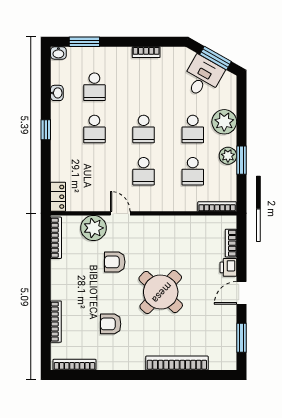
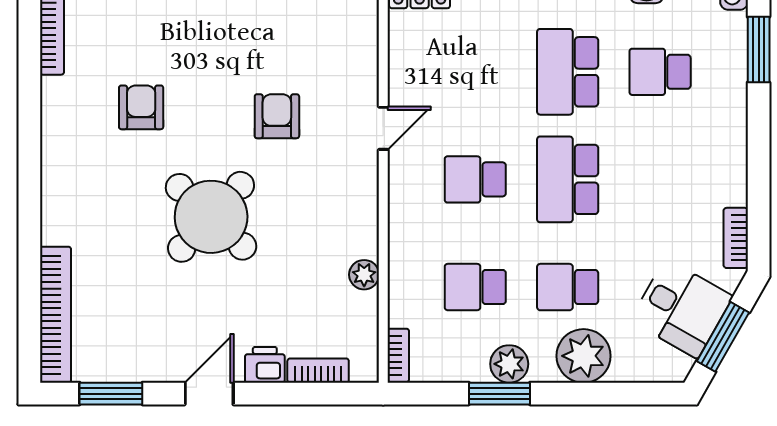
bookcase: (146, 52) -> (736, 238), moved
school desk: (94, 129) -> (568, 72), width x1.85
school desk: (144, 129) -> (568, 179), width x1.85
bookcase: (217, 206) -> (398, 355), width x0.64
plant: (94, 228) -> (364, 275), moved, width x0.53, depth x0.53
door: (241, 293) -> (209, 394), hinge flipped
bookcase: (177, 363) -> (56, 315), moved

